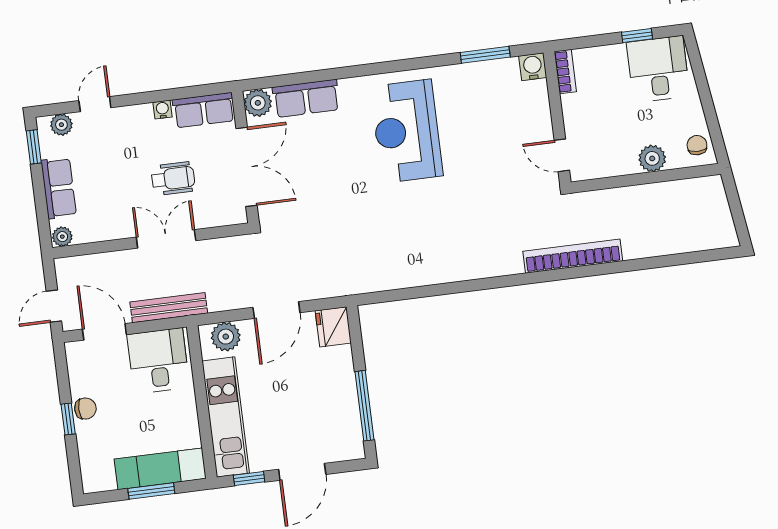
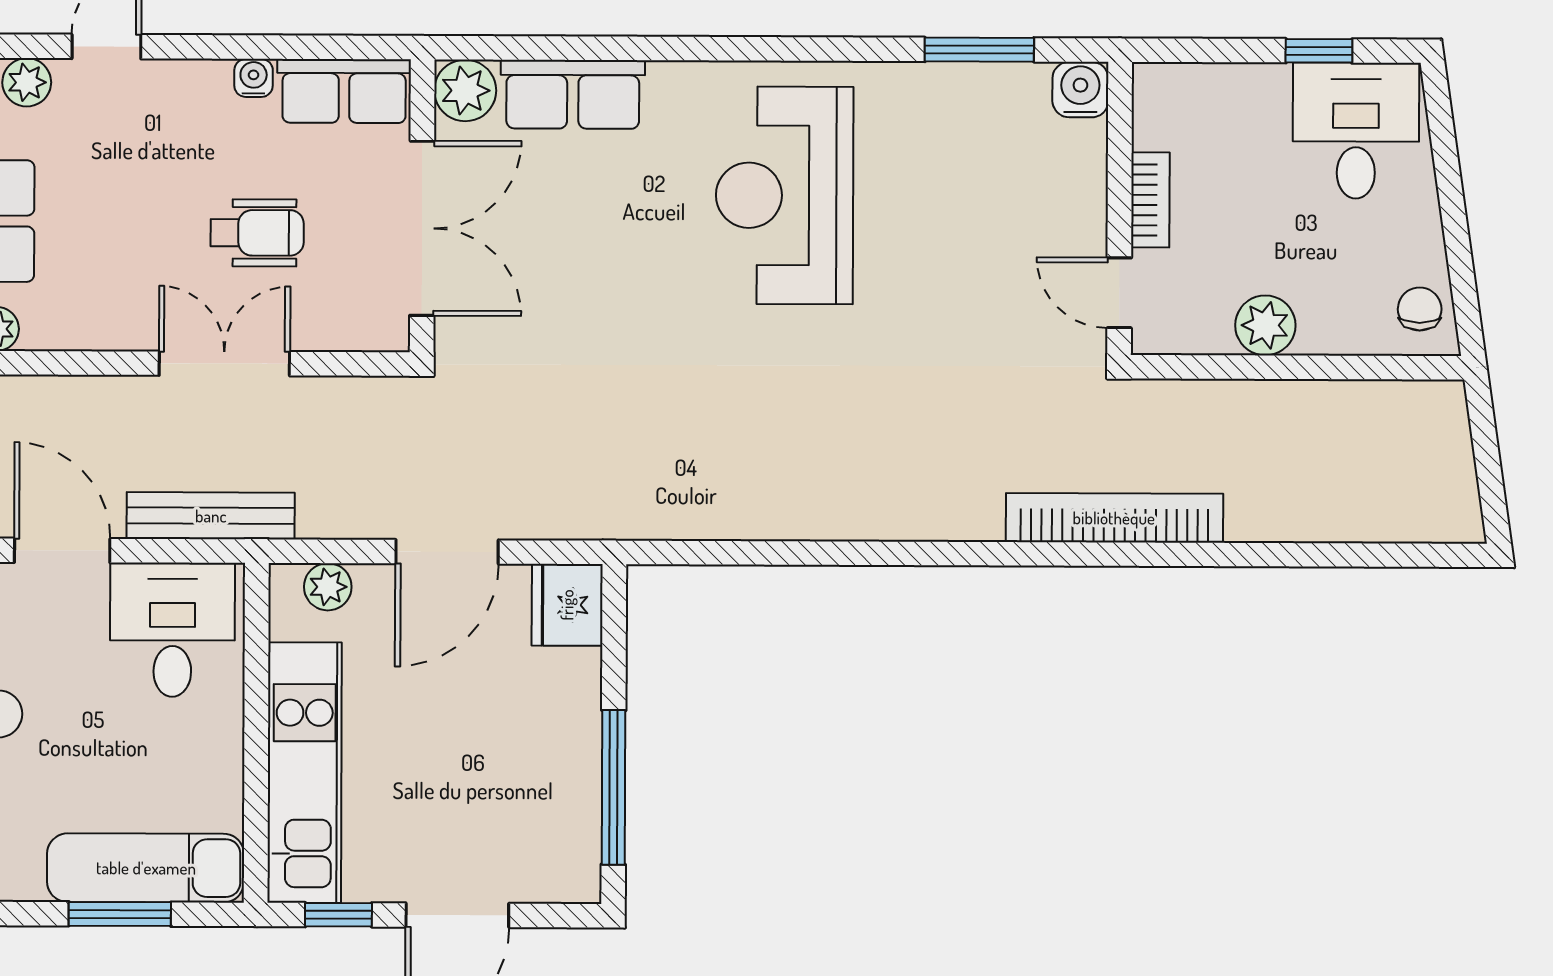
bookcase: (565, 72) -> (1150, 200), moved
plant: (652, 158) -> (1265, 325), moved
plant: (226, 337) -> (328, 587), width x0.73, depth x0.73

